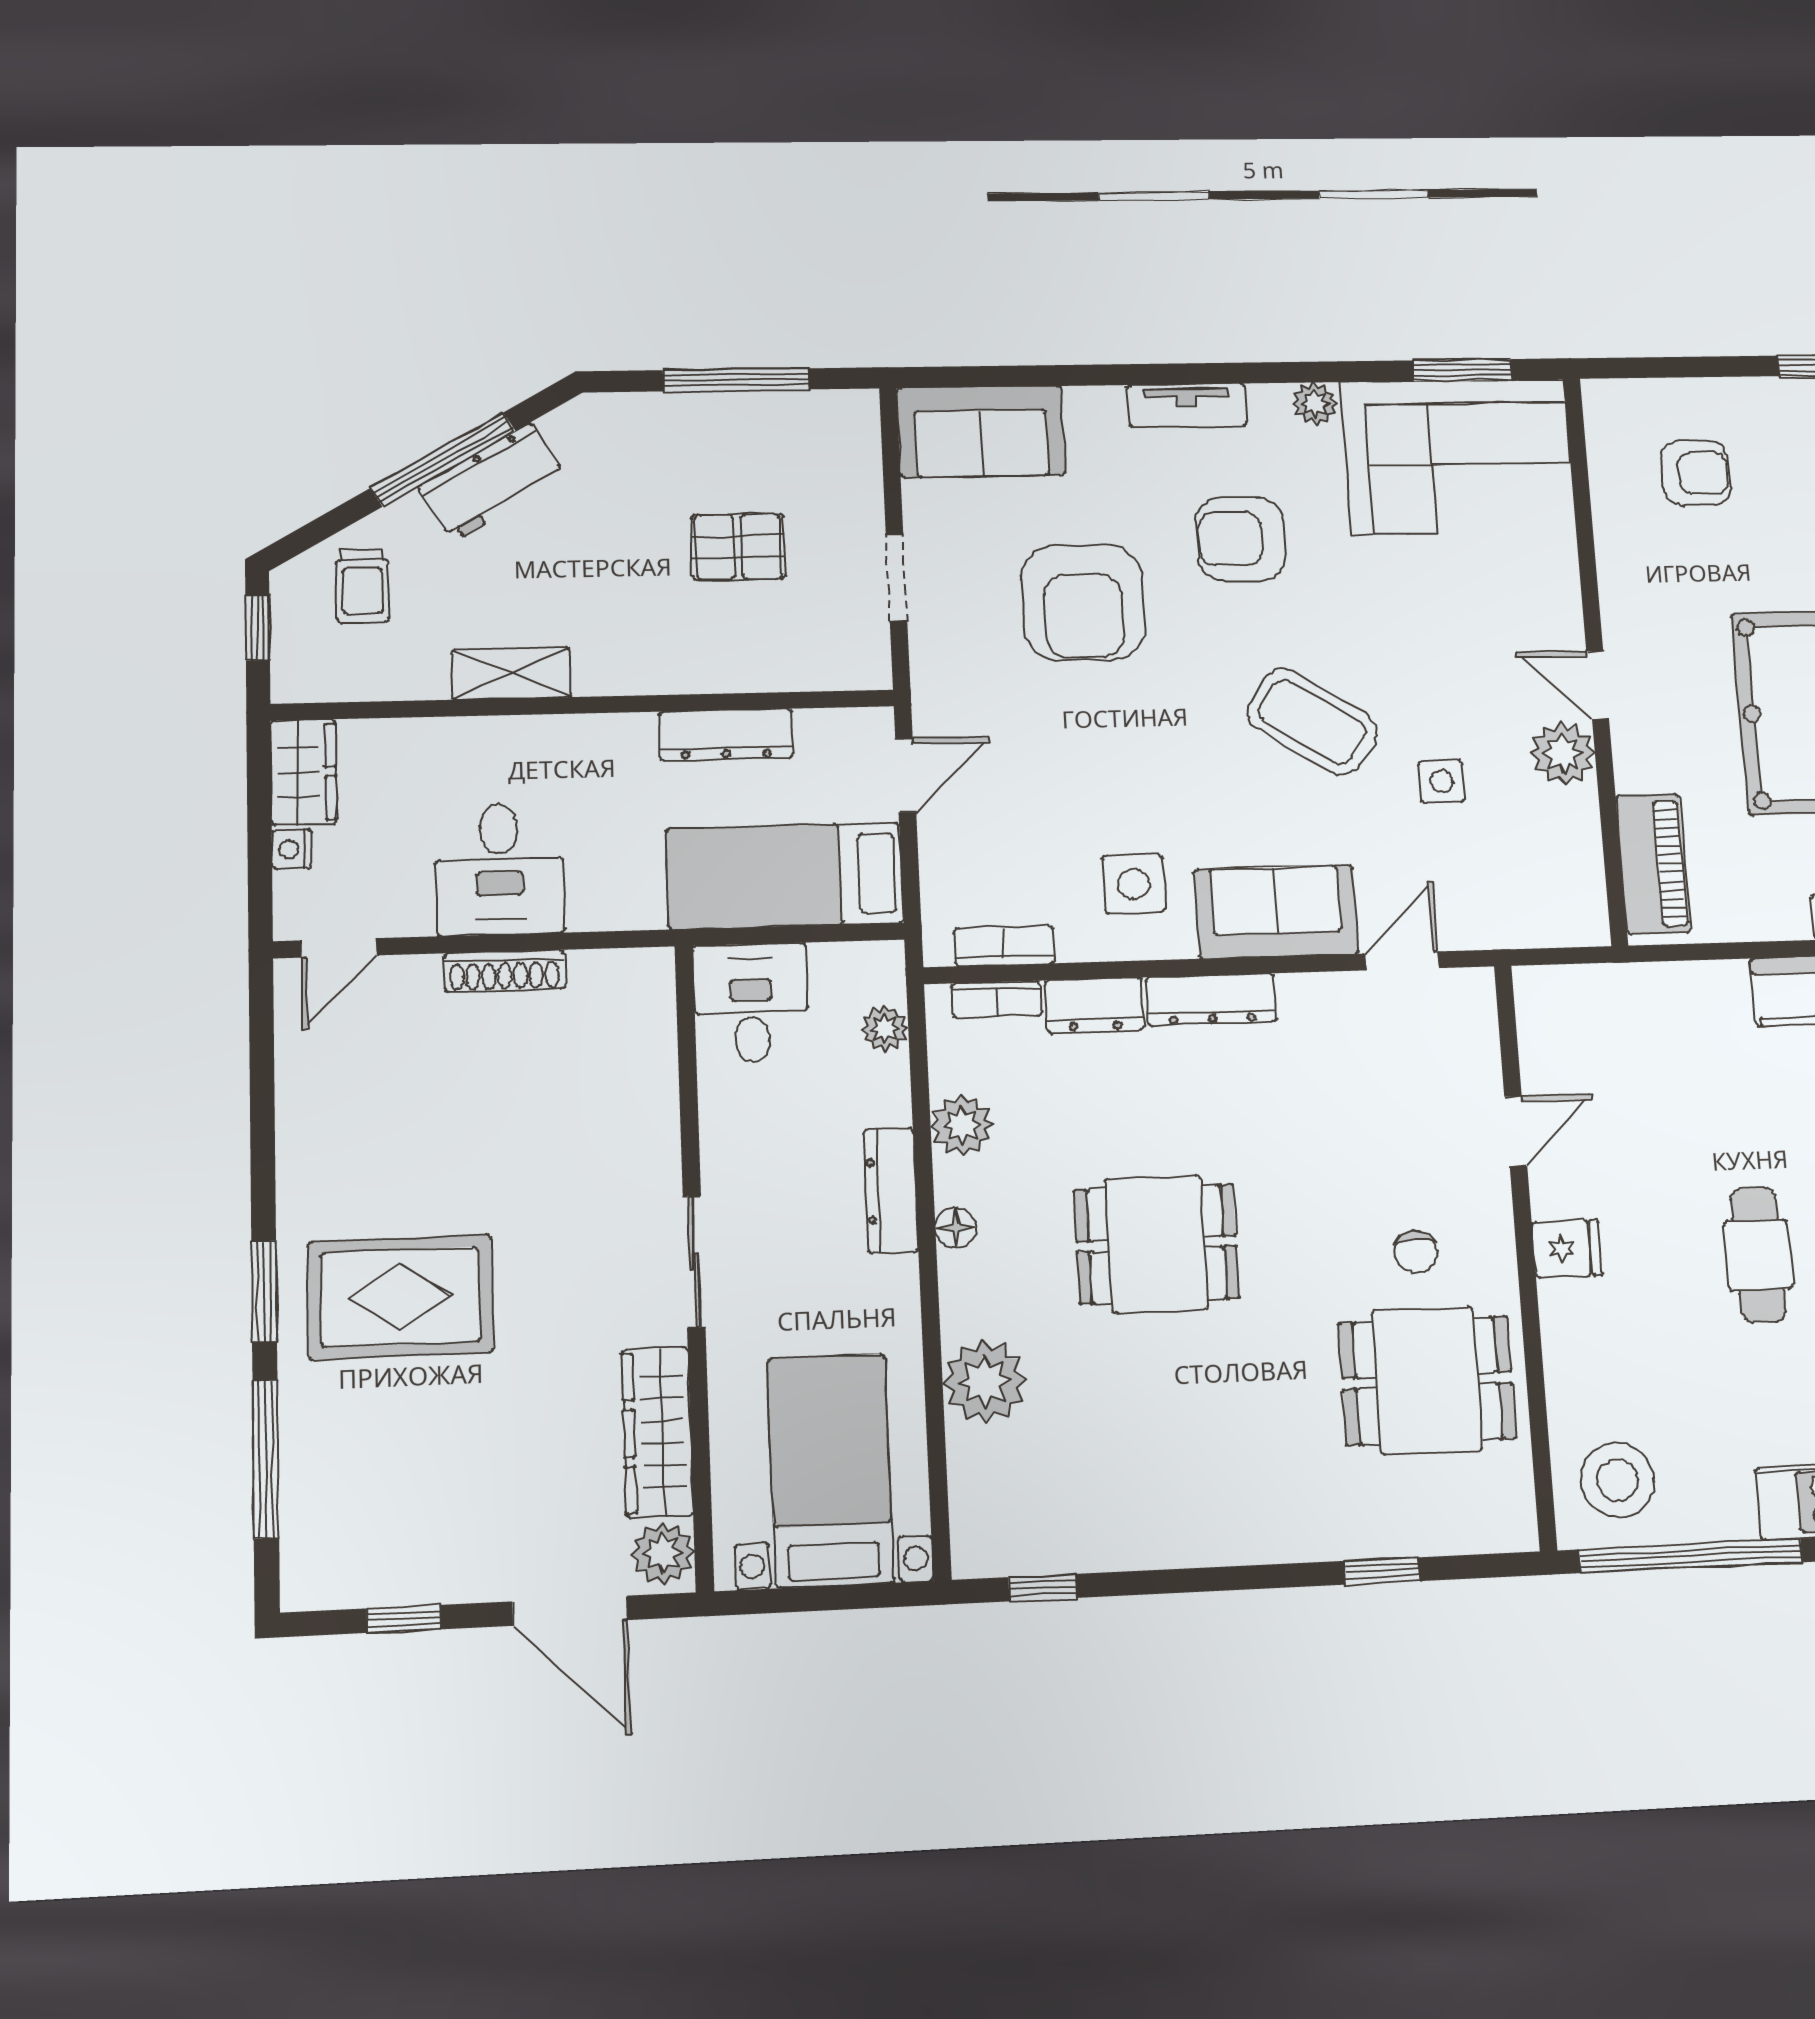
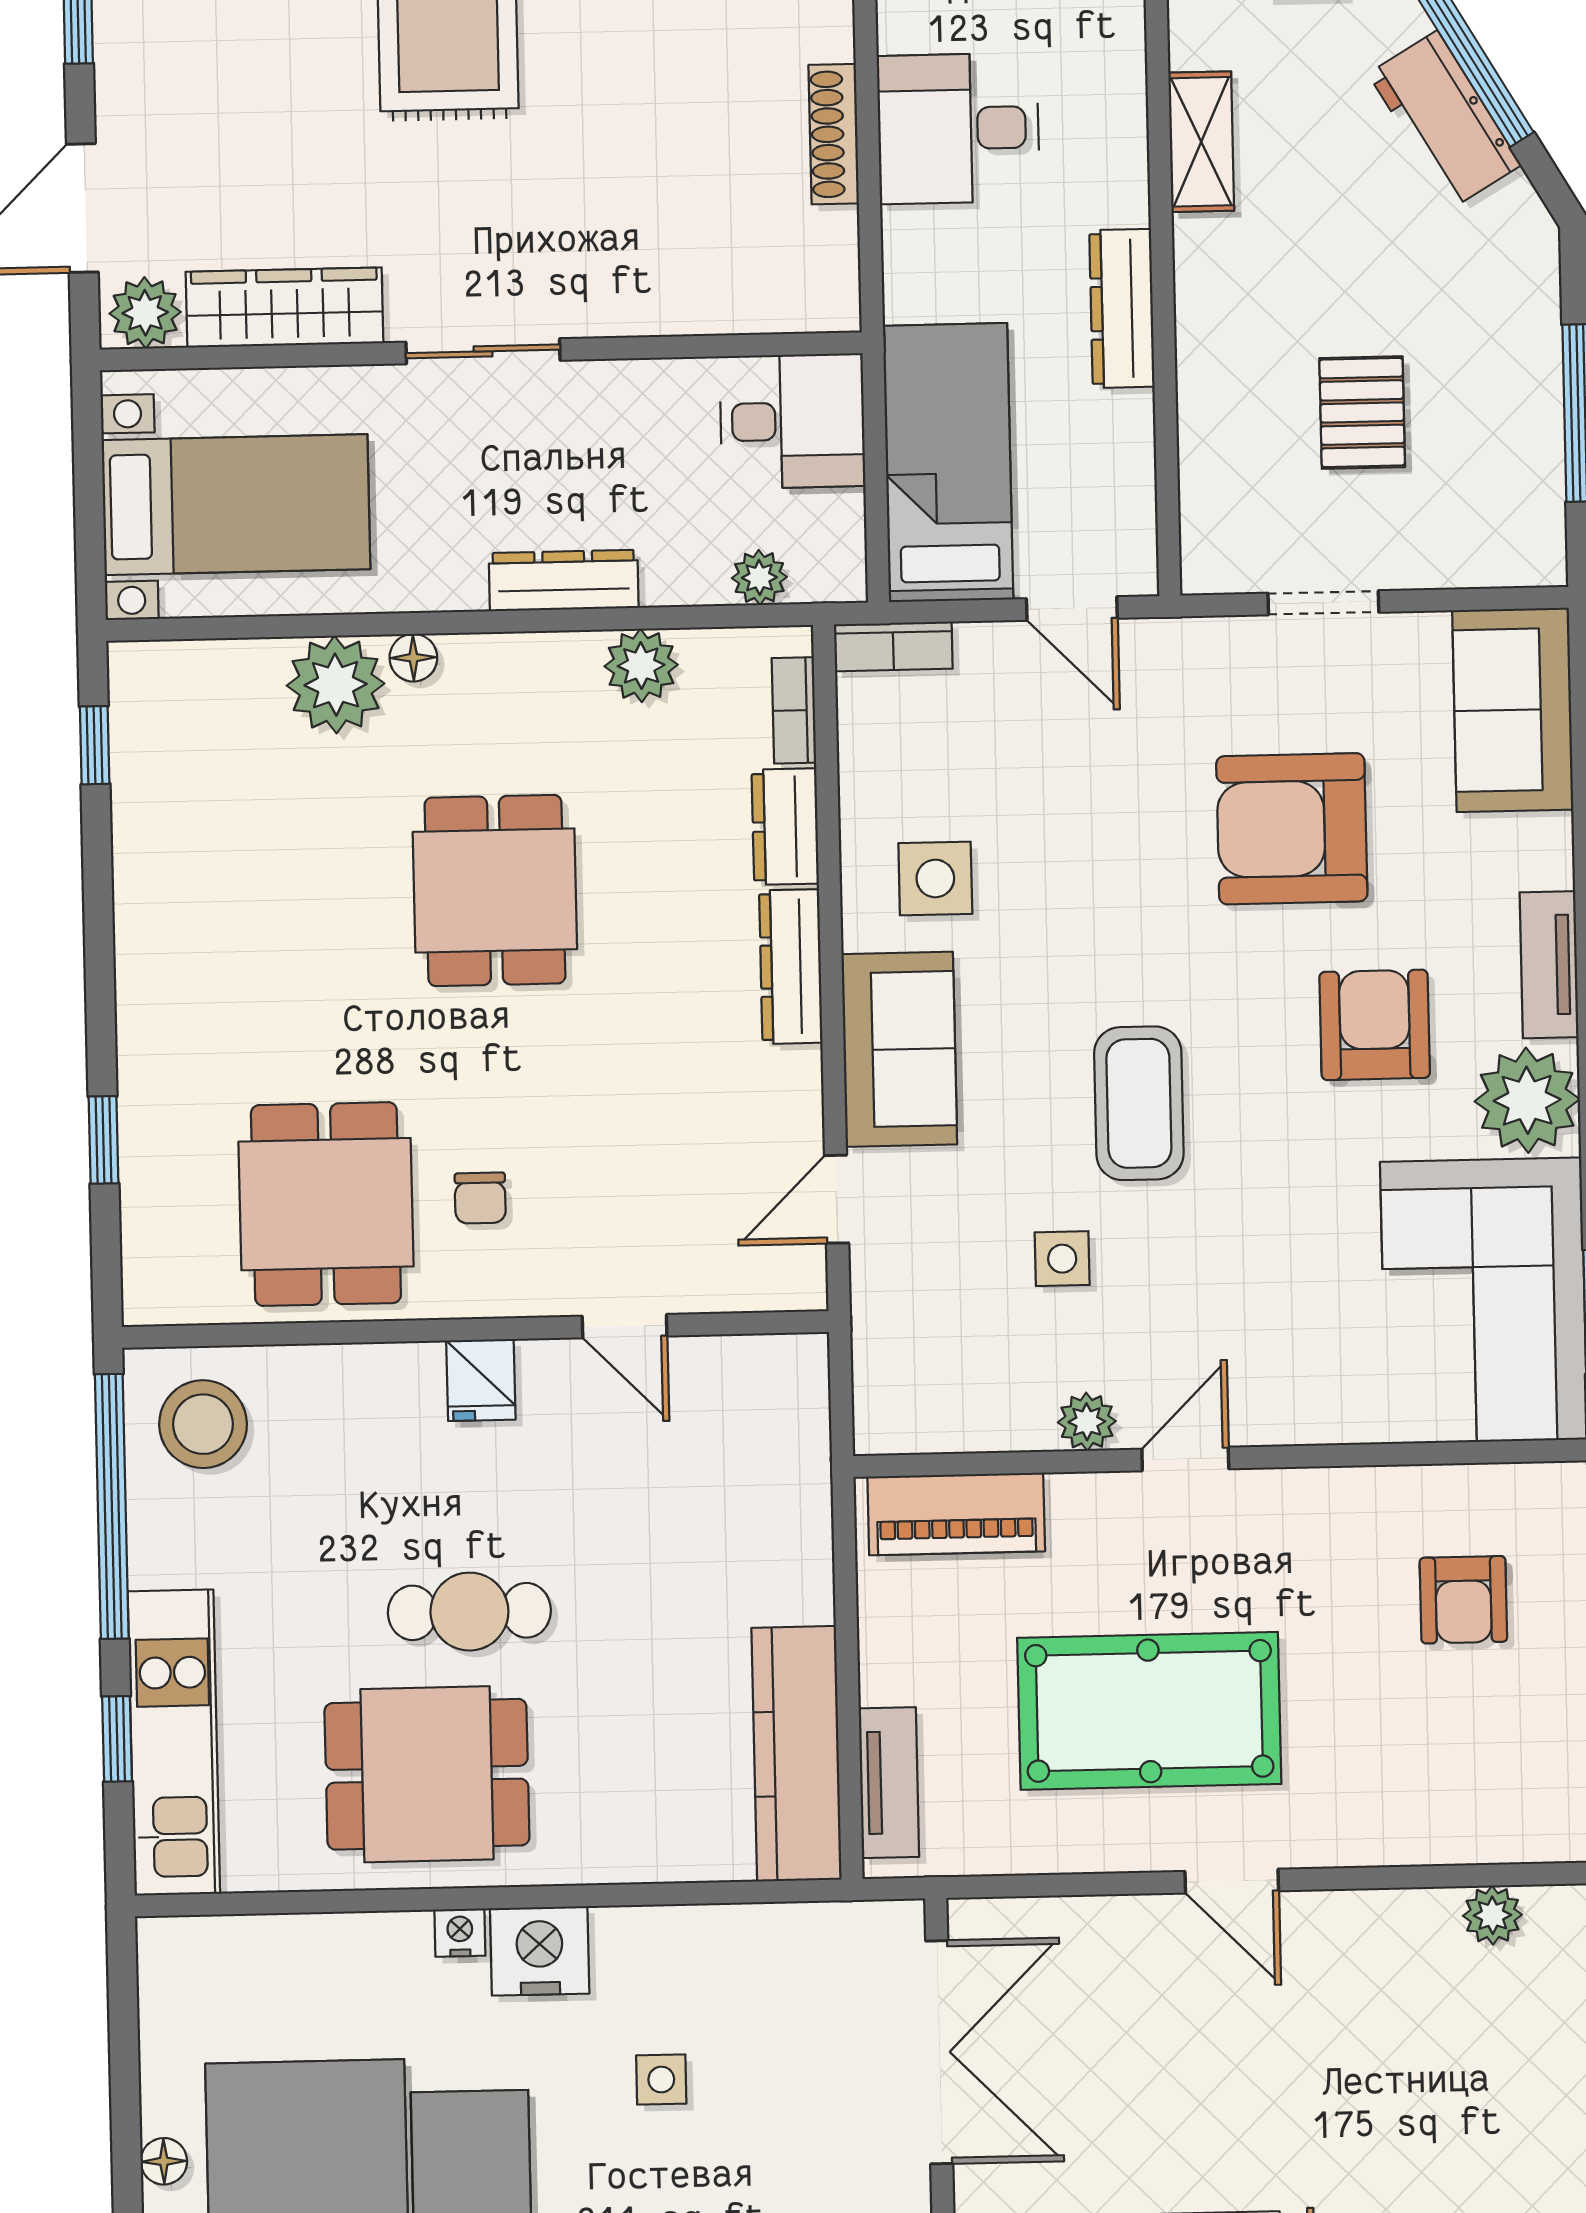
plant: (1315, 404) -> (1527, 1100), width x1.87, depth x1.87
coffee table: (1312, 722) -> (1139, 1103), turned -33
dresser: (726, 735) -> (1122, 308), moved
plant: (1563, 753) -> (1087, 1422), width x0.73, depth x0.73
bookcase: (1004, 946) -> (893, 646), moved, turned 90
door: (1402, 961) -> (837, 1199), swing flipped
floor lamp: (956, 1228) -> (413, 658), moved
chair: (1416, 1252) -> (480, 1198), turned -90

